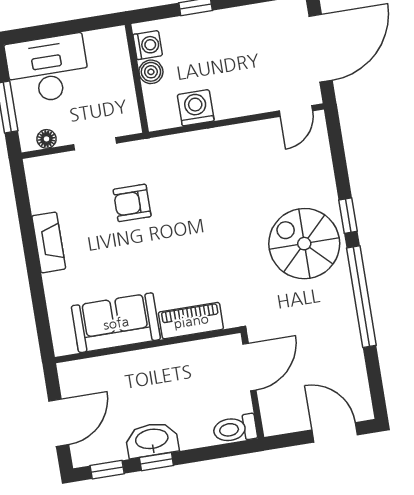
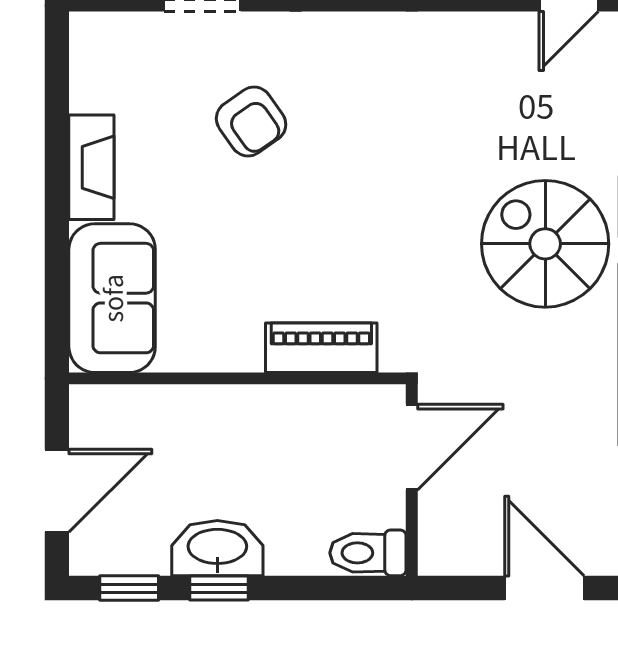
armchair: (132, 203) -> (251, 121), turned -125
sofa: (116, 323) -> (112, 298), moved, turned 90

